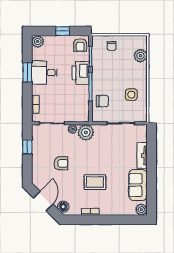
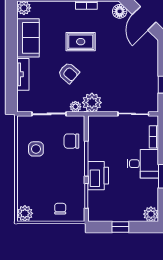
armchair: (80, 45) -> (99, 210), removed
plant: (140, 56) -> (25, 213), moved
desk: (44, 73) -> (143, 164), moved
plant: (72, 129) -> (75, 107), moved
armchair: (61, 163) -> (69, 73), moved, turned -139

